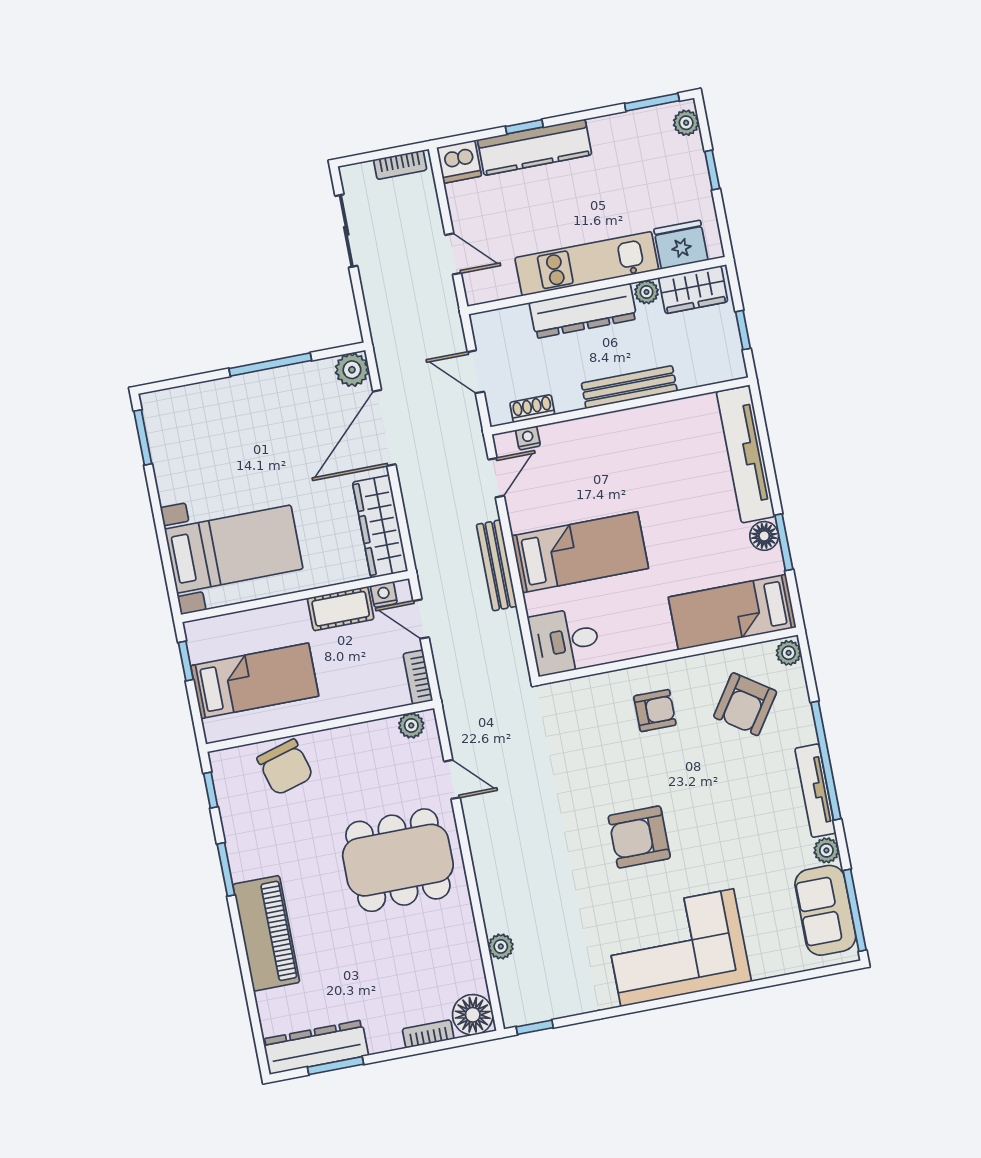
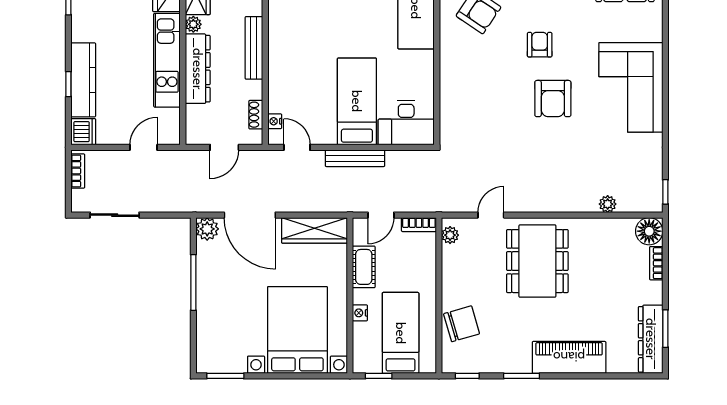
bed with nightstands: (234, 549) -> (297, 330), width x1.36
nightstand: (384, 595) -> (360, 313), moved
desk: (565, 641) -> (406, 123), width x1.37
armchair: (655, 711) -> (540, 45), moved

